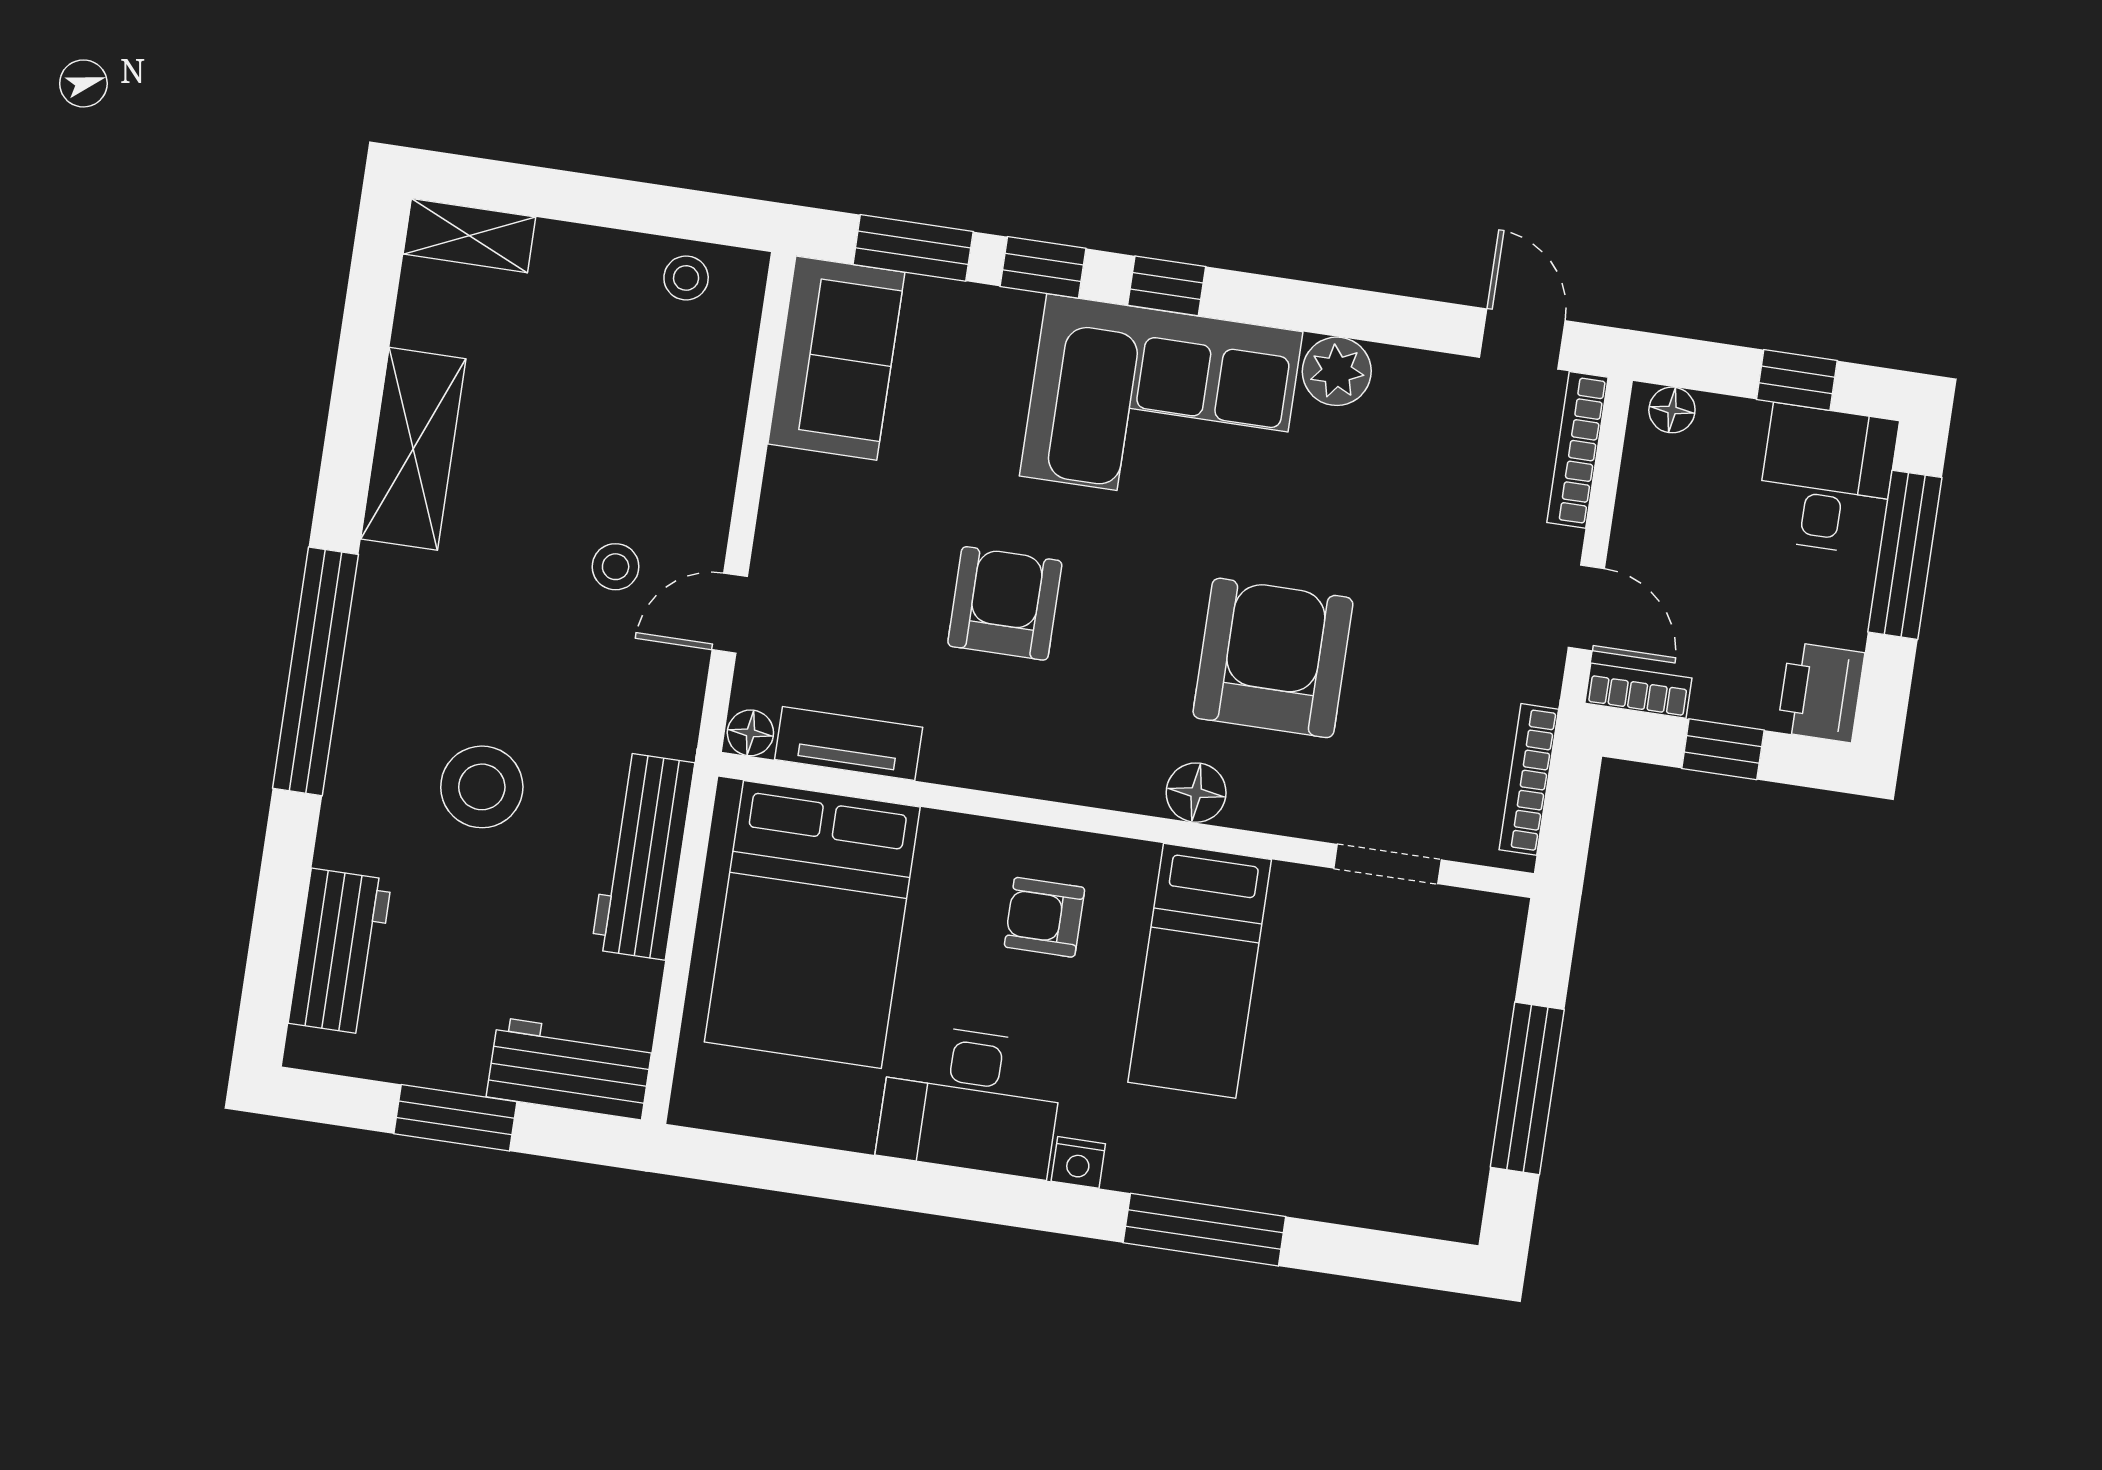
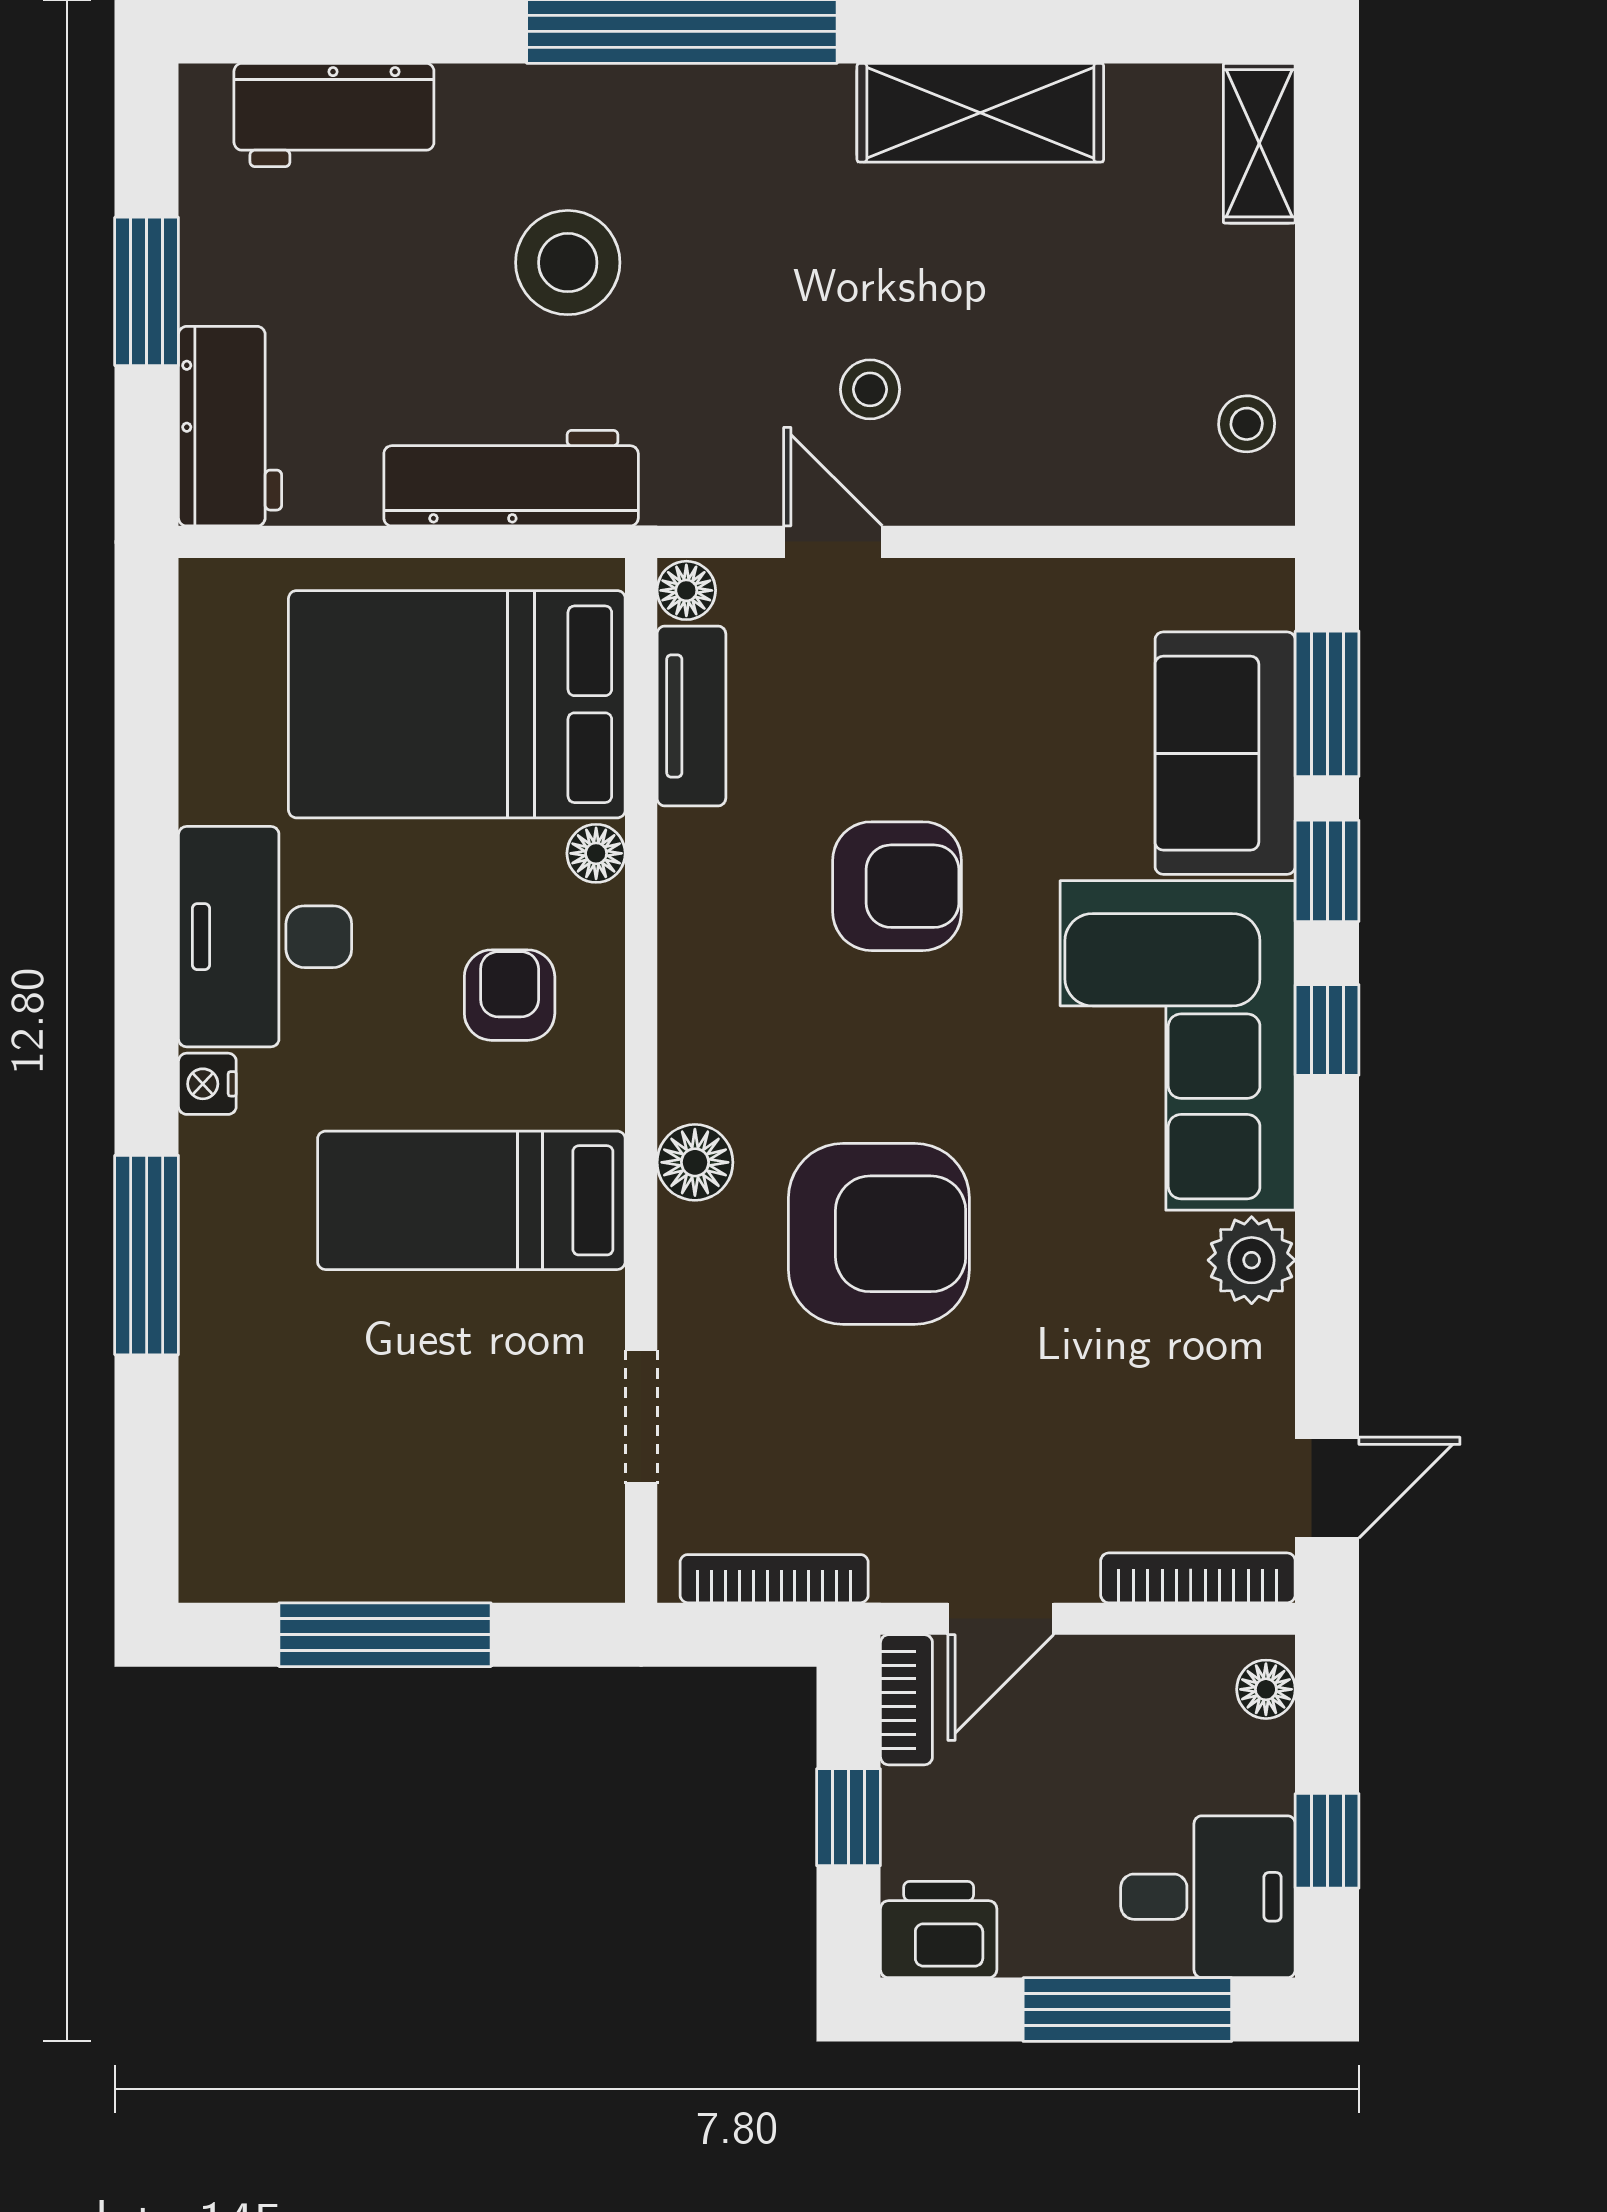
sofa: (836, 358) -> (1225, 753), moved, turned 90
floor lamp: (944, 834) -> (596, 853), added

